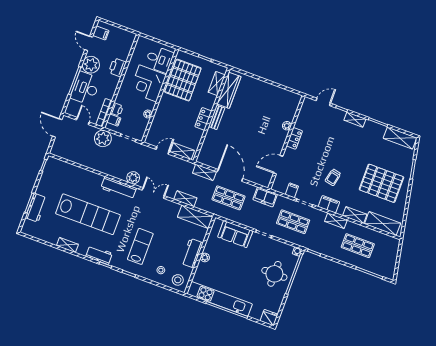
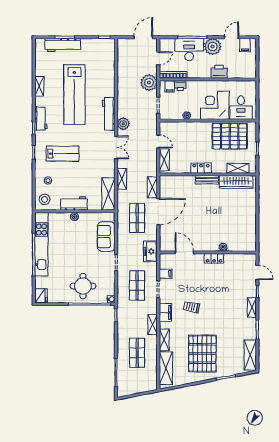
workbench: (36, 208) -> (63, 45), width x1.38

